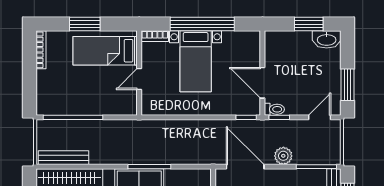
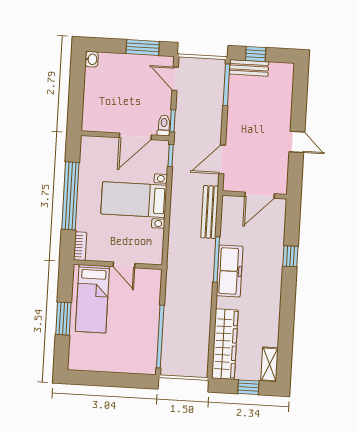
window: (309, 24) -> (77, 84), removed
washbasin: (327, 39) -> (92, 59), width x0.52, depth x0.69
bookcase: (41, 50) -> (88, 366), removed
bed with nightstands: (196, 61) -> (134, 200), moved, turned 180
plant: (283, 156) -> (213, 119), removed
bench: (63, 158) -> (210, 212), moved
door: (245, 167) -> (222, 159), width x0.73

